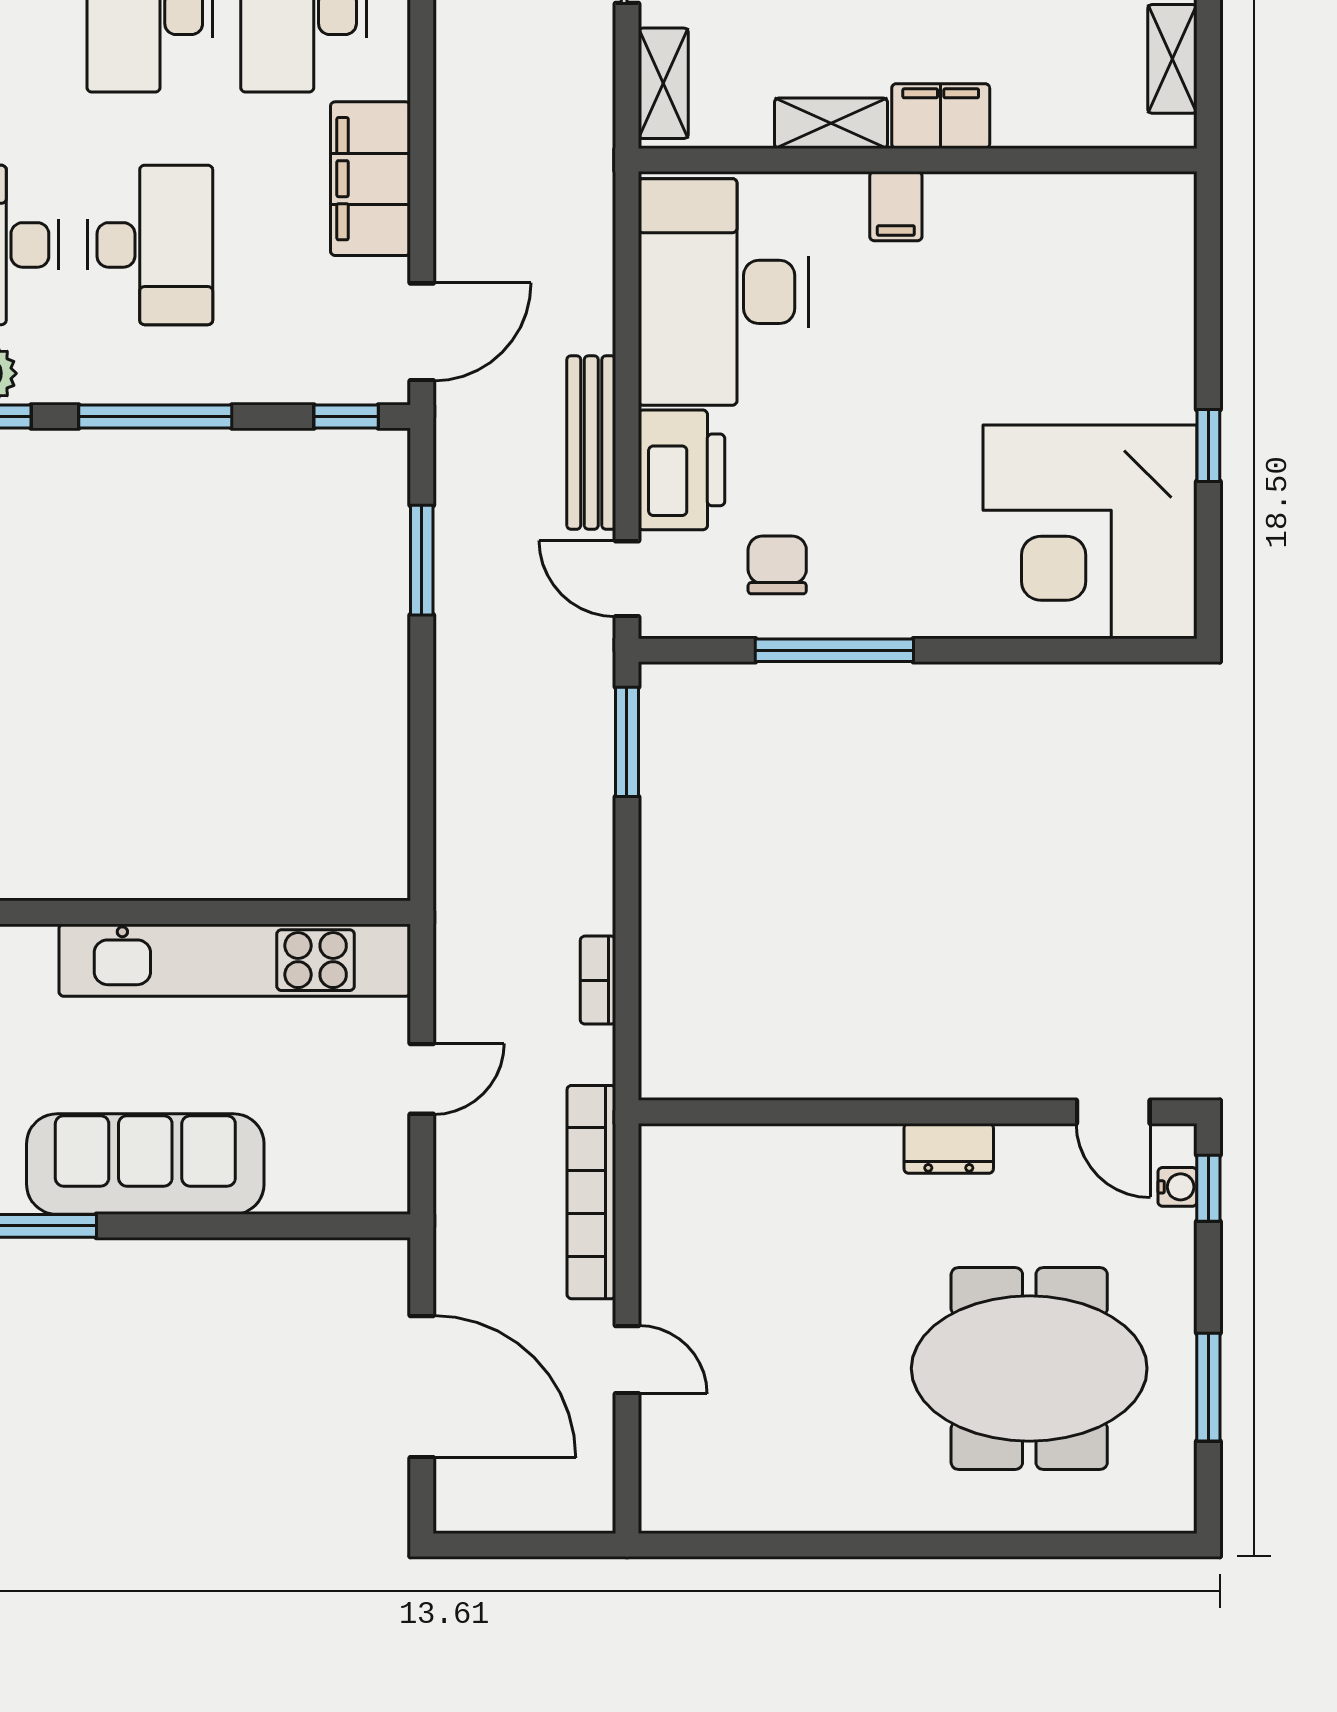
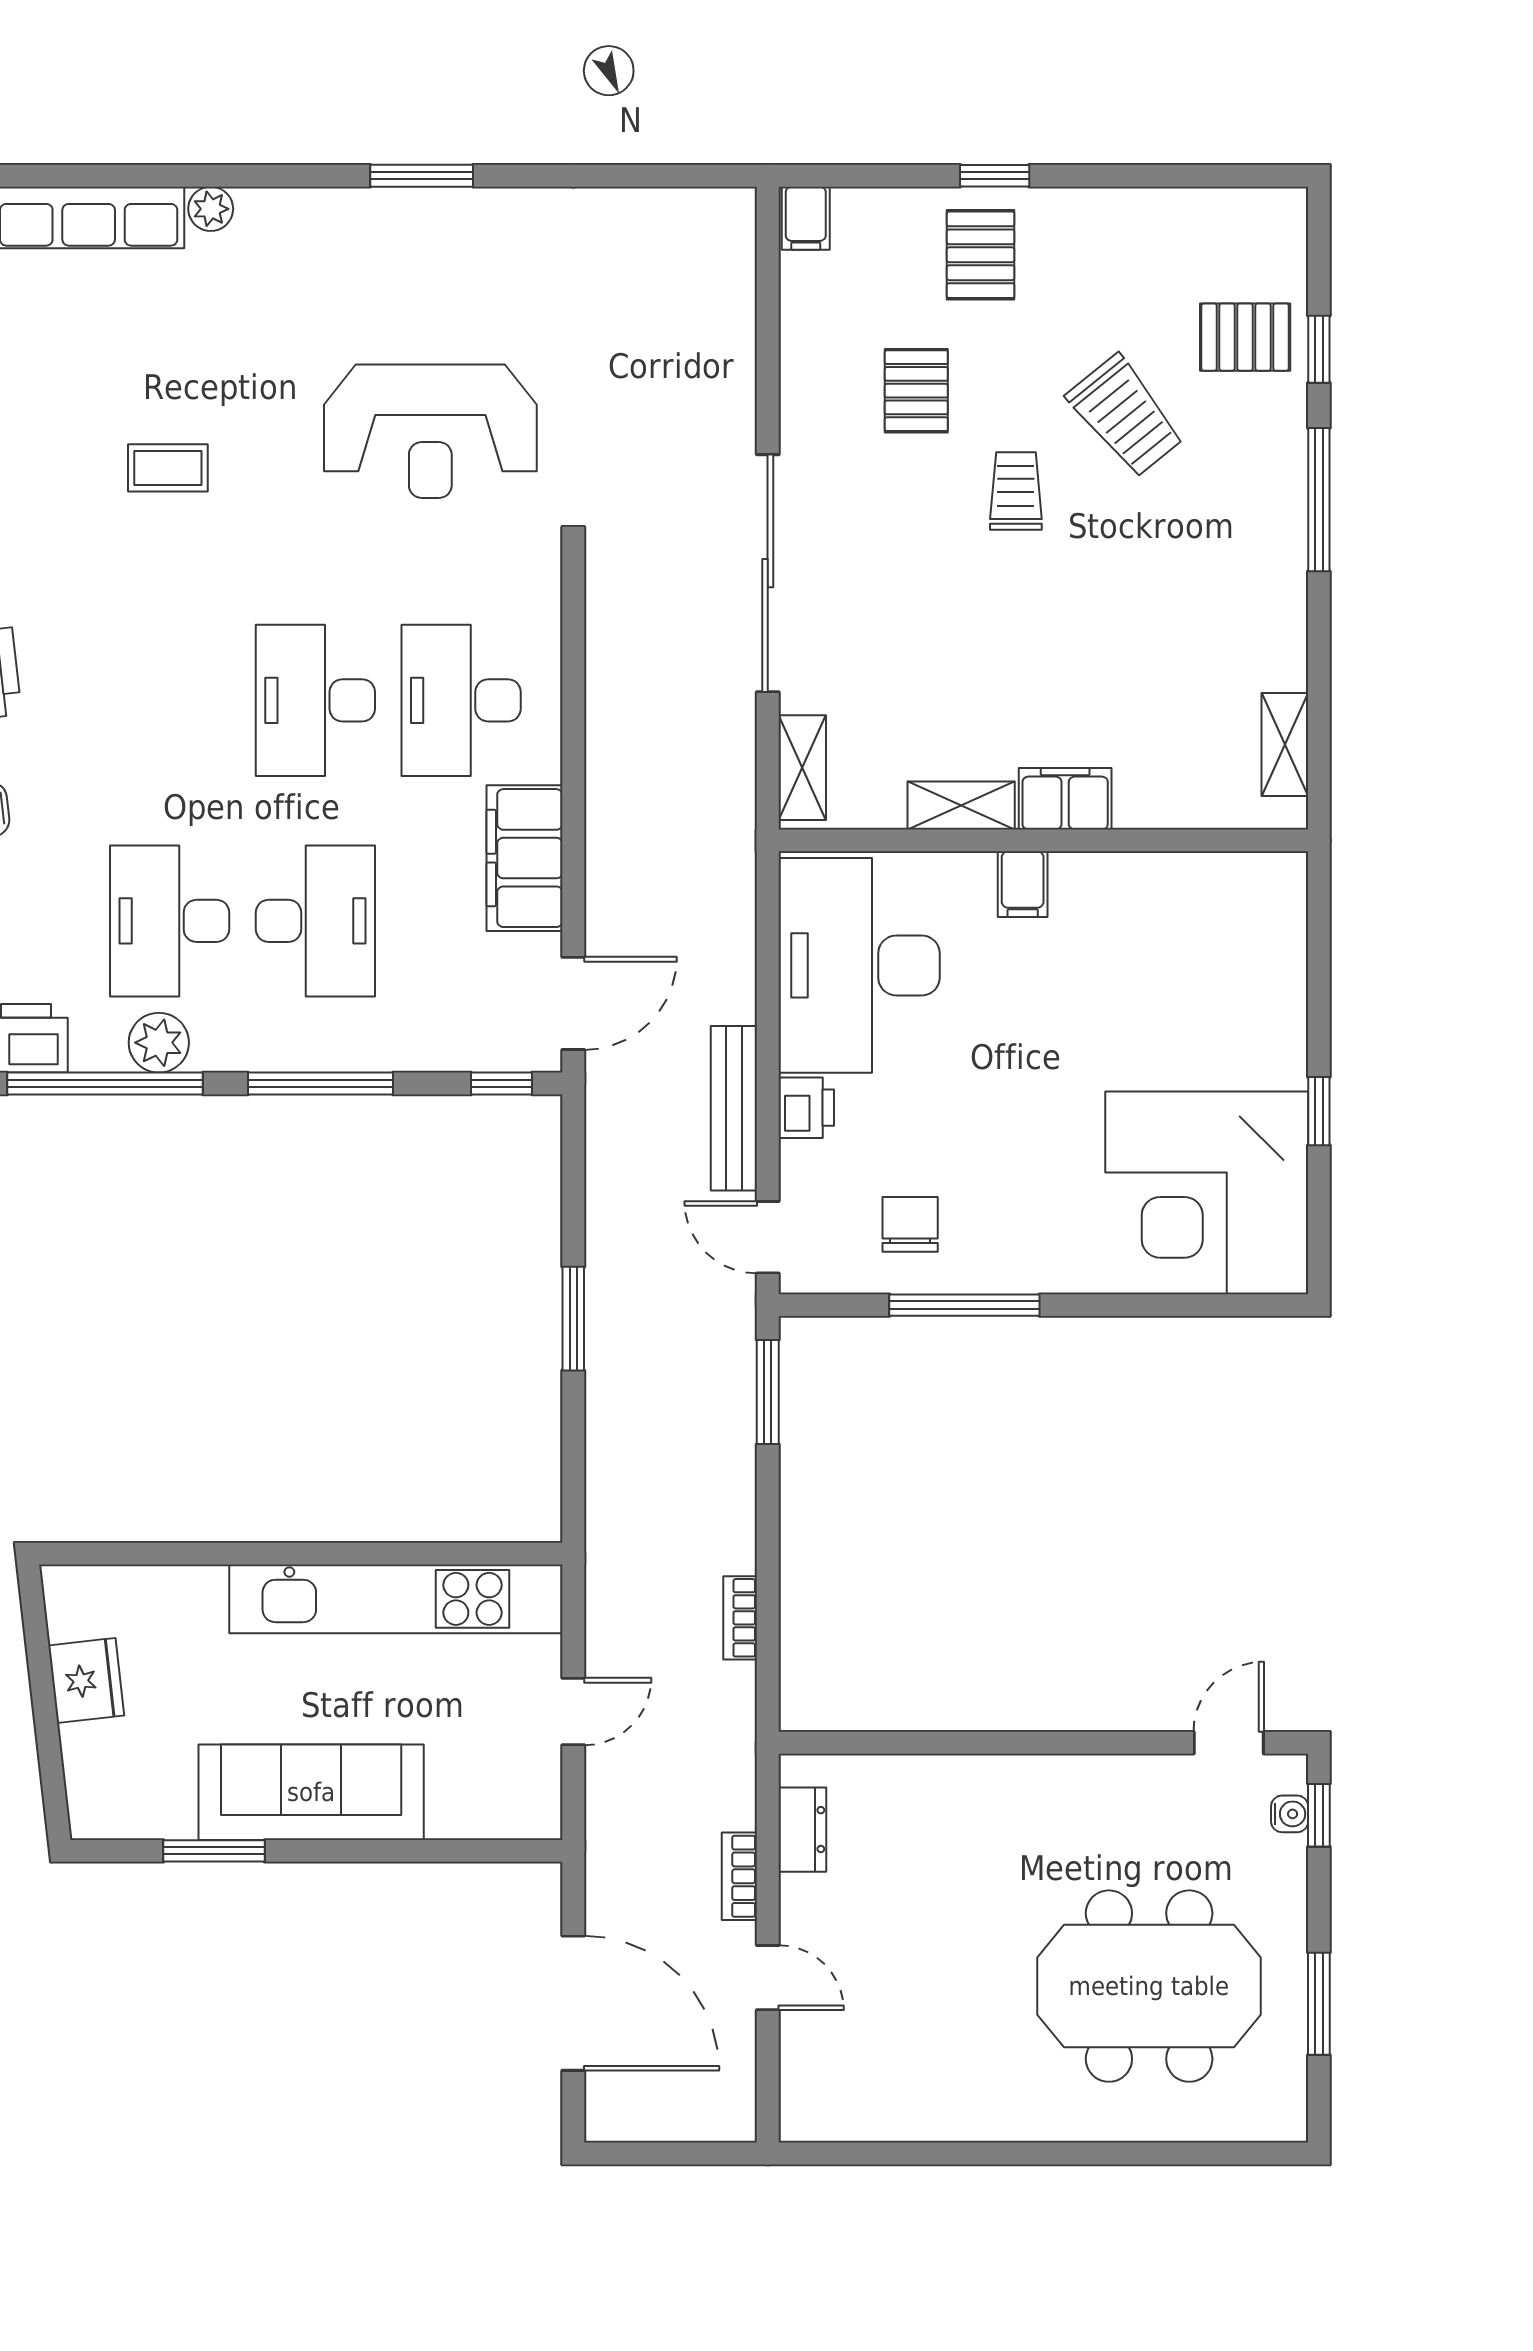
printer: (681, 470) -> (806, 1108), width x0.53, depth x0.68
window: (422, 560) -> (573, 1319), moved
door: (1113, 1112) -> (1229, 1743), swing flipped
dresser: (949, 1148) -> (802, 1830), moved, turned -90
bookcase: (591, 1192) -> (739, 1876), width x0.43, depth x0.76

